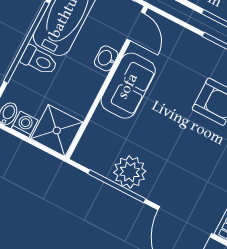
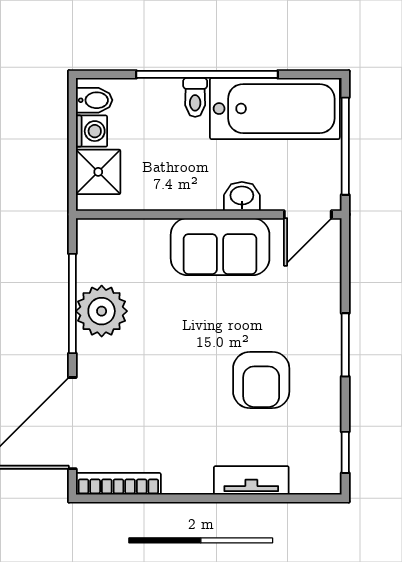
toilet: (39, 60) -> (195, 97), width x0.73, depth x0.72
shower: (57, 130) -> (98, 172), width x0.73, depth x0.73

